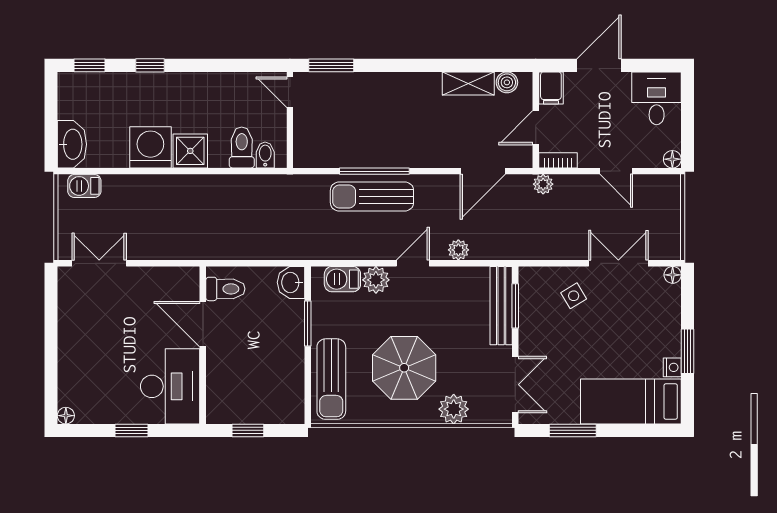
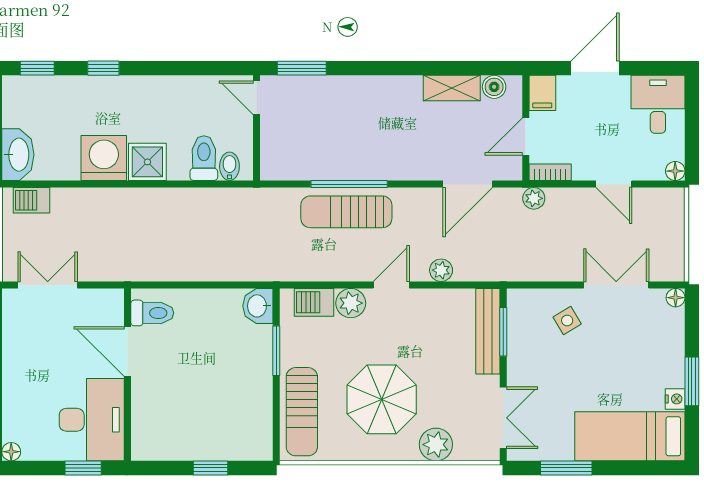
toilet: (225, 289) -> (152, 313), moved
door: (203, 324) -> (128, 352), moved
wall: (203, 345) -> (128, 375), moved
desk: (170, 386) -> (92, 420), moved

